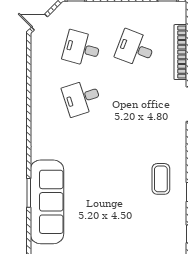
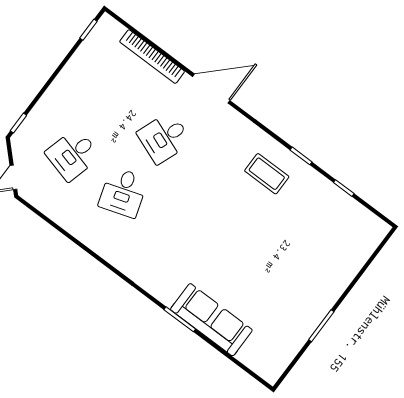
desk: (135, 48) -> (164, 138), moved
sofa: (47, 202) -> (211, 320), width x0.74, depth x0.79

